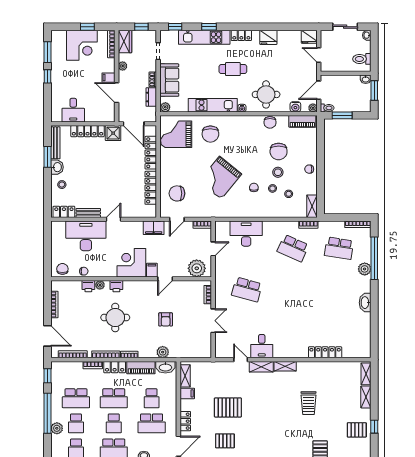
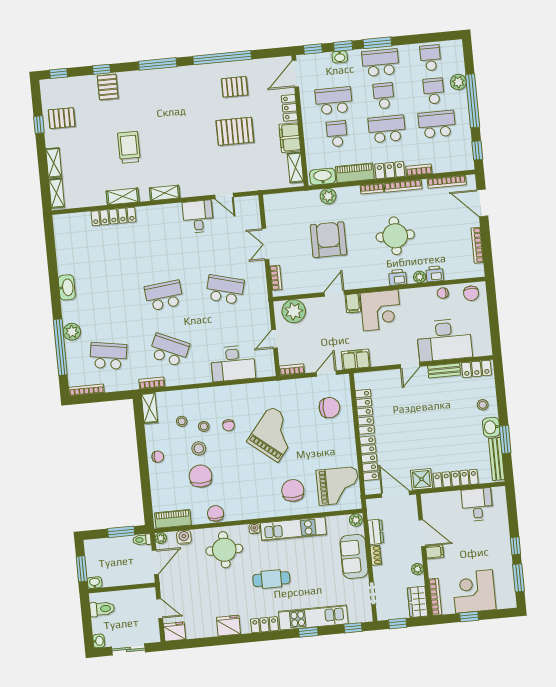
school desk: (293, 289) -> (164, 295), added
armchair: (166, 319) -> (328, 240), width x1.88, depth x1.88
shelving: (261, 367) -> (123, 196), moved
filing cabinet: (187, 393) -> (290, 138), width x2.00

